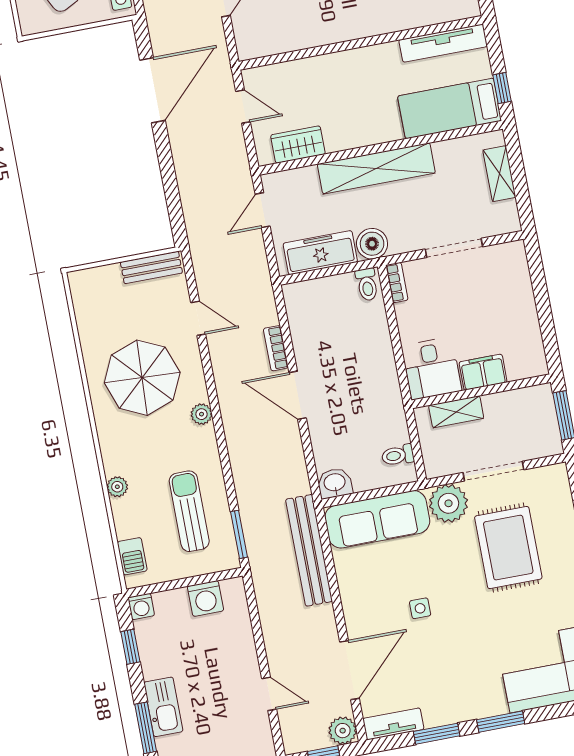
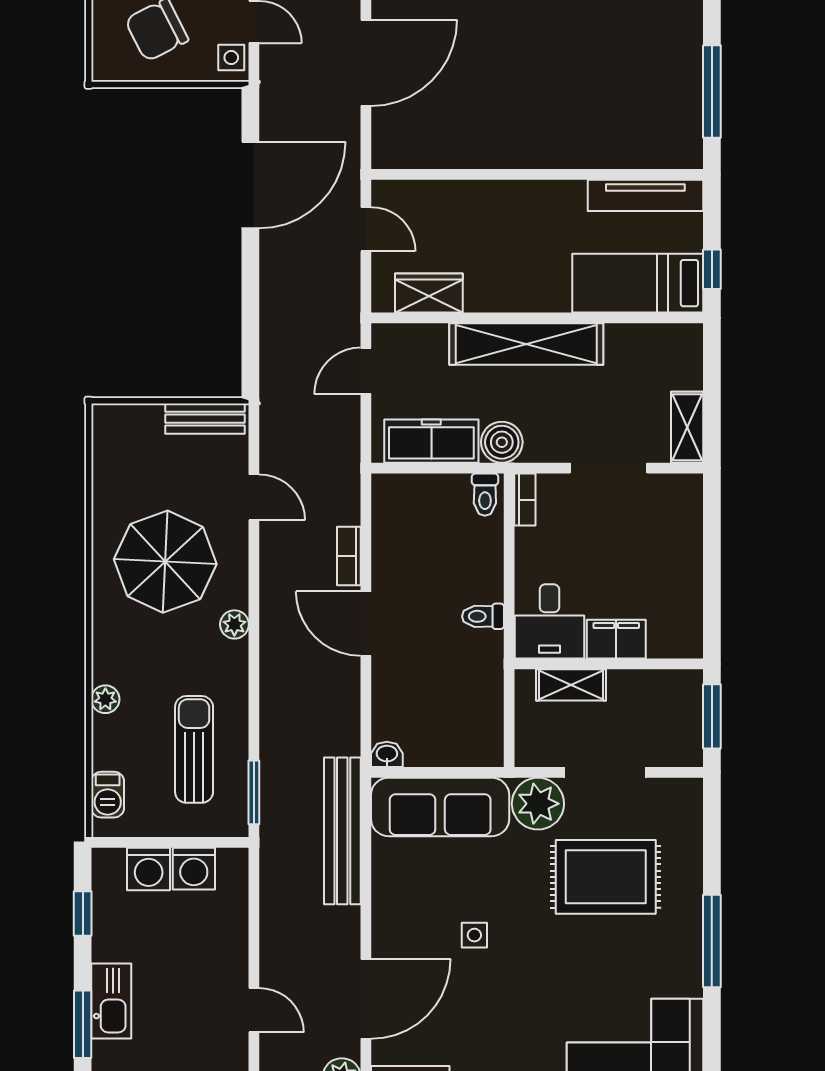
shelving: (499, 174) -> (687, 427), moved
toilet: (398, 455) -> (483, 616), moved
washbasin: (335, 483) -> (387, 754), width x0.72, depth x0.69
rug: (508, 548) -> (606, 877), turned 90
washing machine: (141, 606) -> (149, 869), moved, width x1.38, depth x1.38

